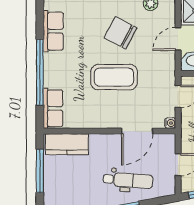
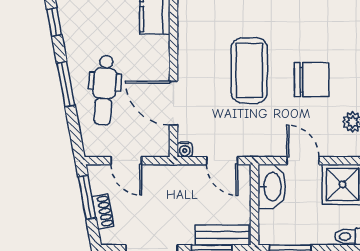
chair: (120, 33) -> (312, 80), turned 62

